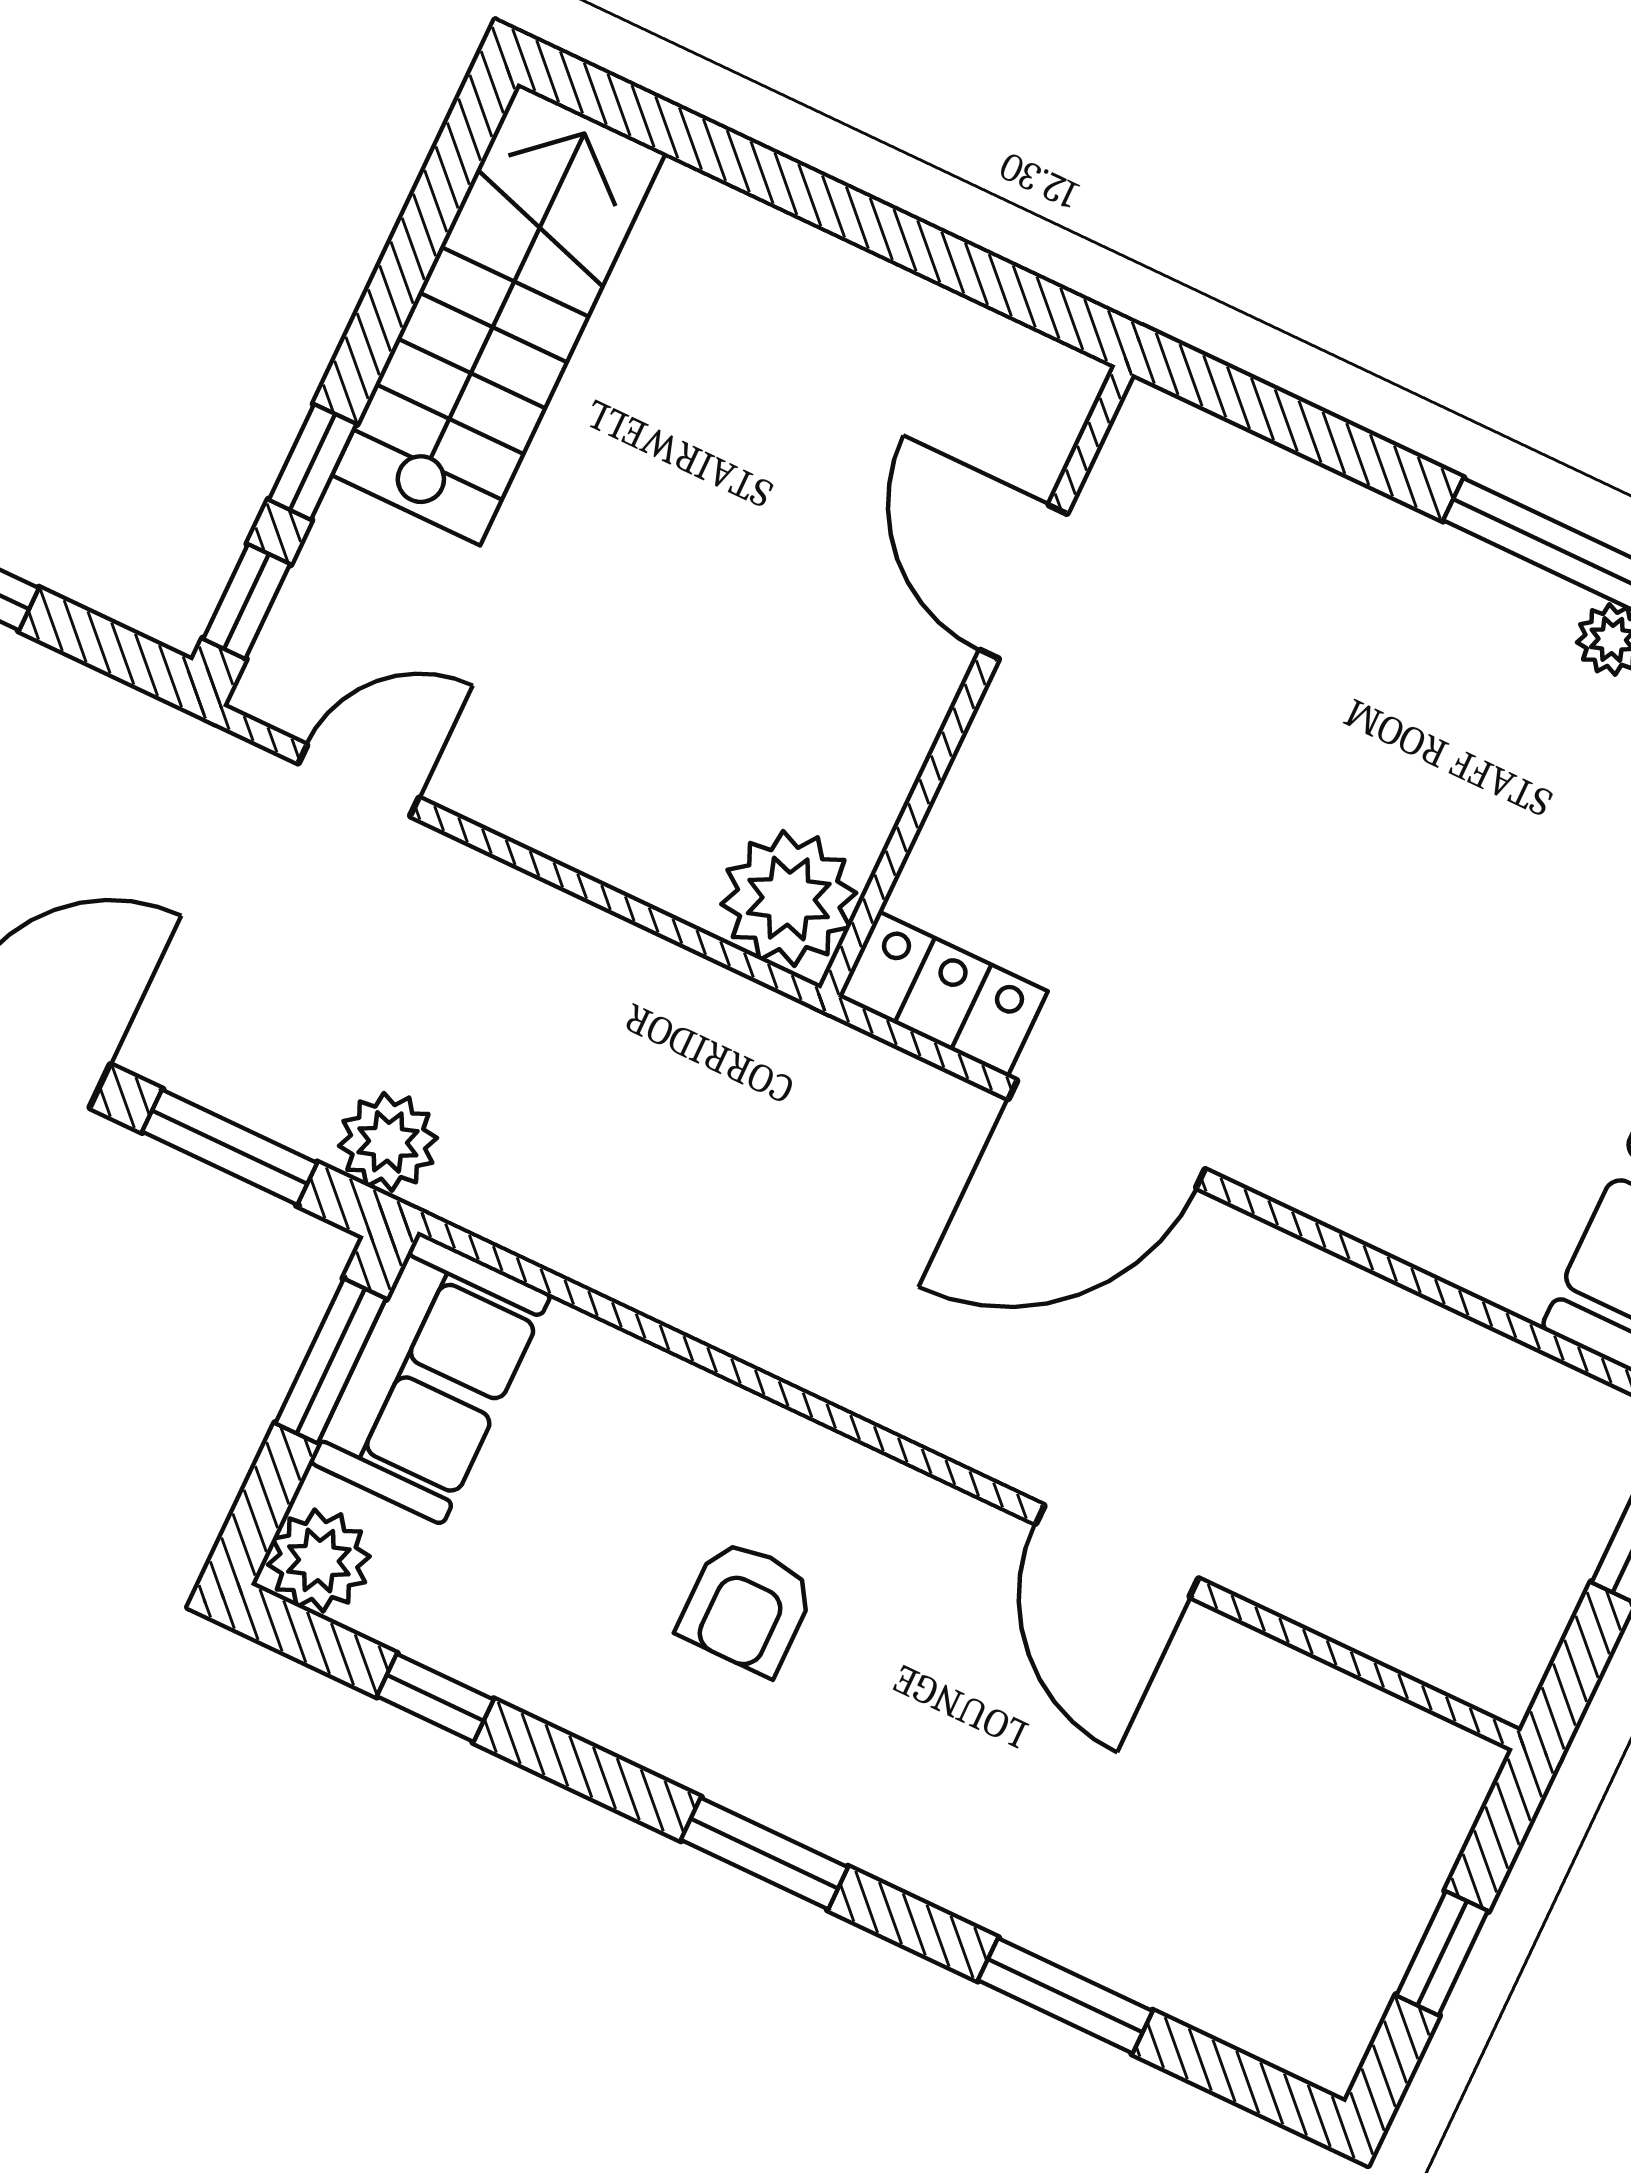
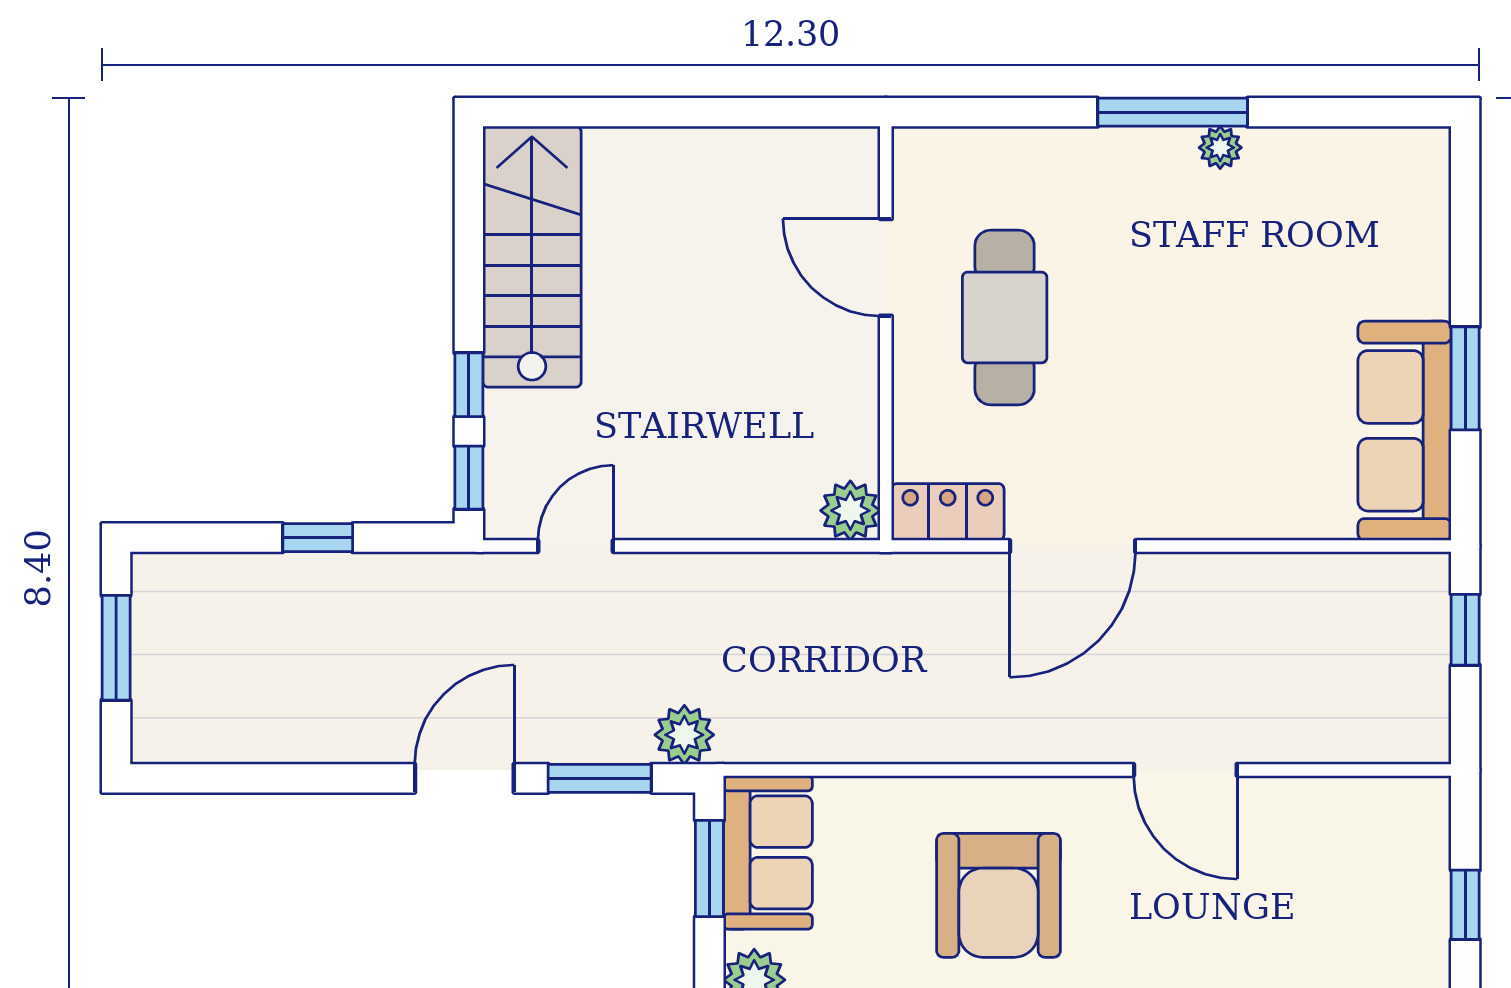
cafe table: (1167, 742) -> (1005, 317), added
plant: (789, 899) -> (850, 511), width x0.73, depth x0.73
armchair: (747, 1607) -> (999, 895), width x1.88, depth x1.88

